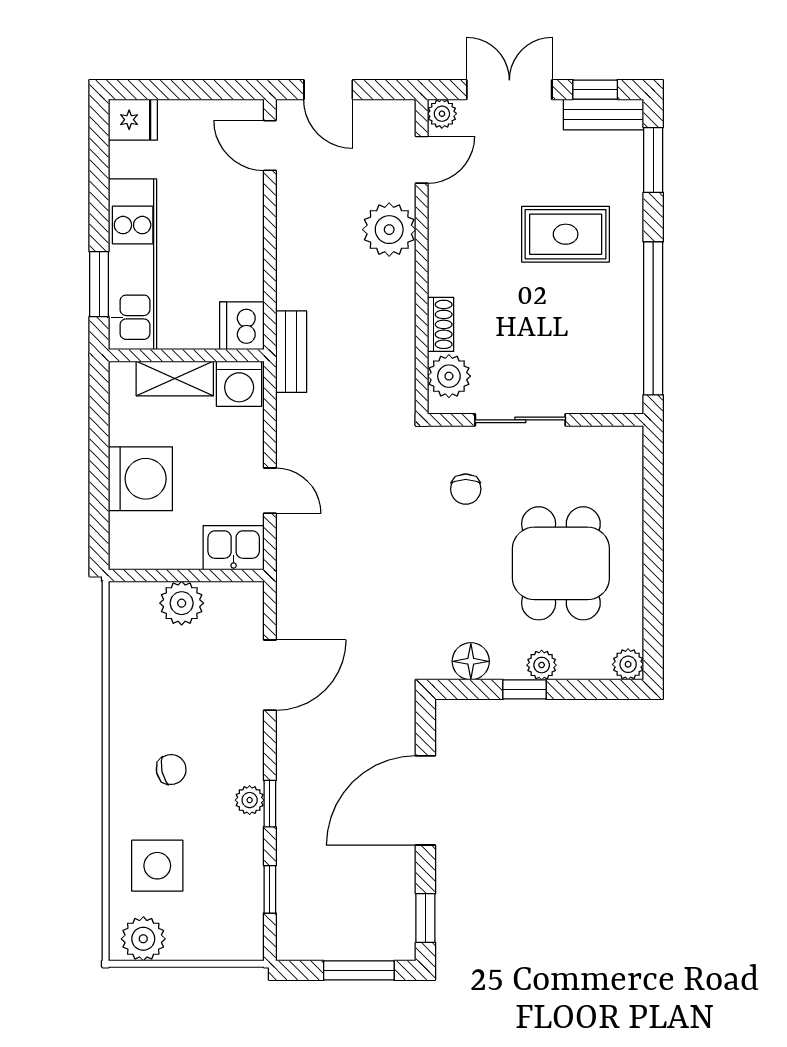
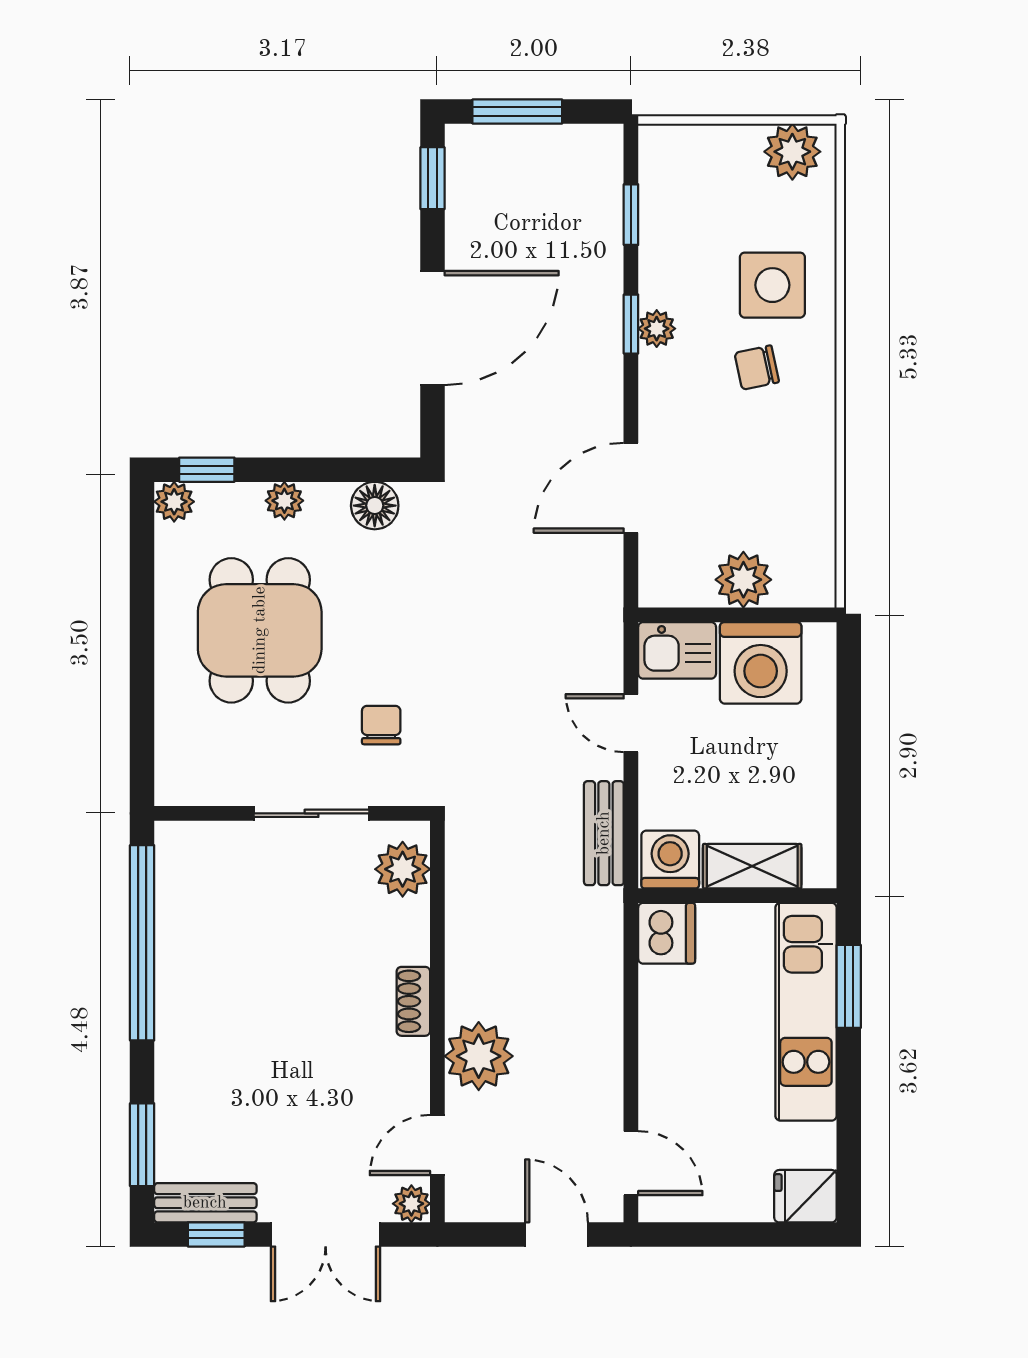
rug: (566, 234) -> (254, 1050), removed
shoe rack: (441, 324) -> (413, 1001), moved
bench: (291, 352) -> (604, 833), moved
washing machine: (140, 479) -> (761, 663), moved, turned -90
window: (524, 689) -> (207, 470), moved
side table: (157, 866) -> (772, 285), moved

